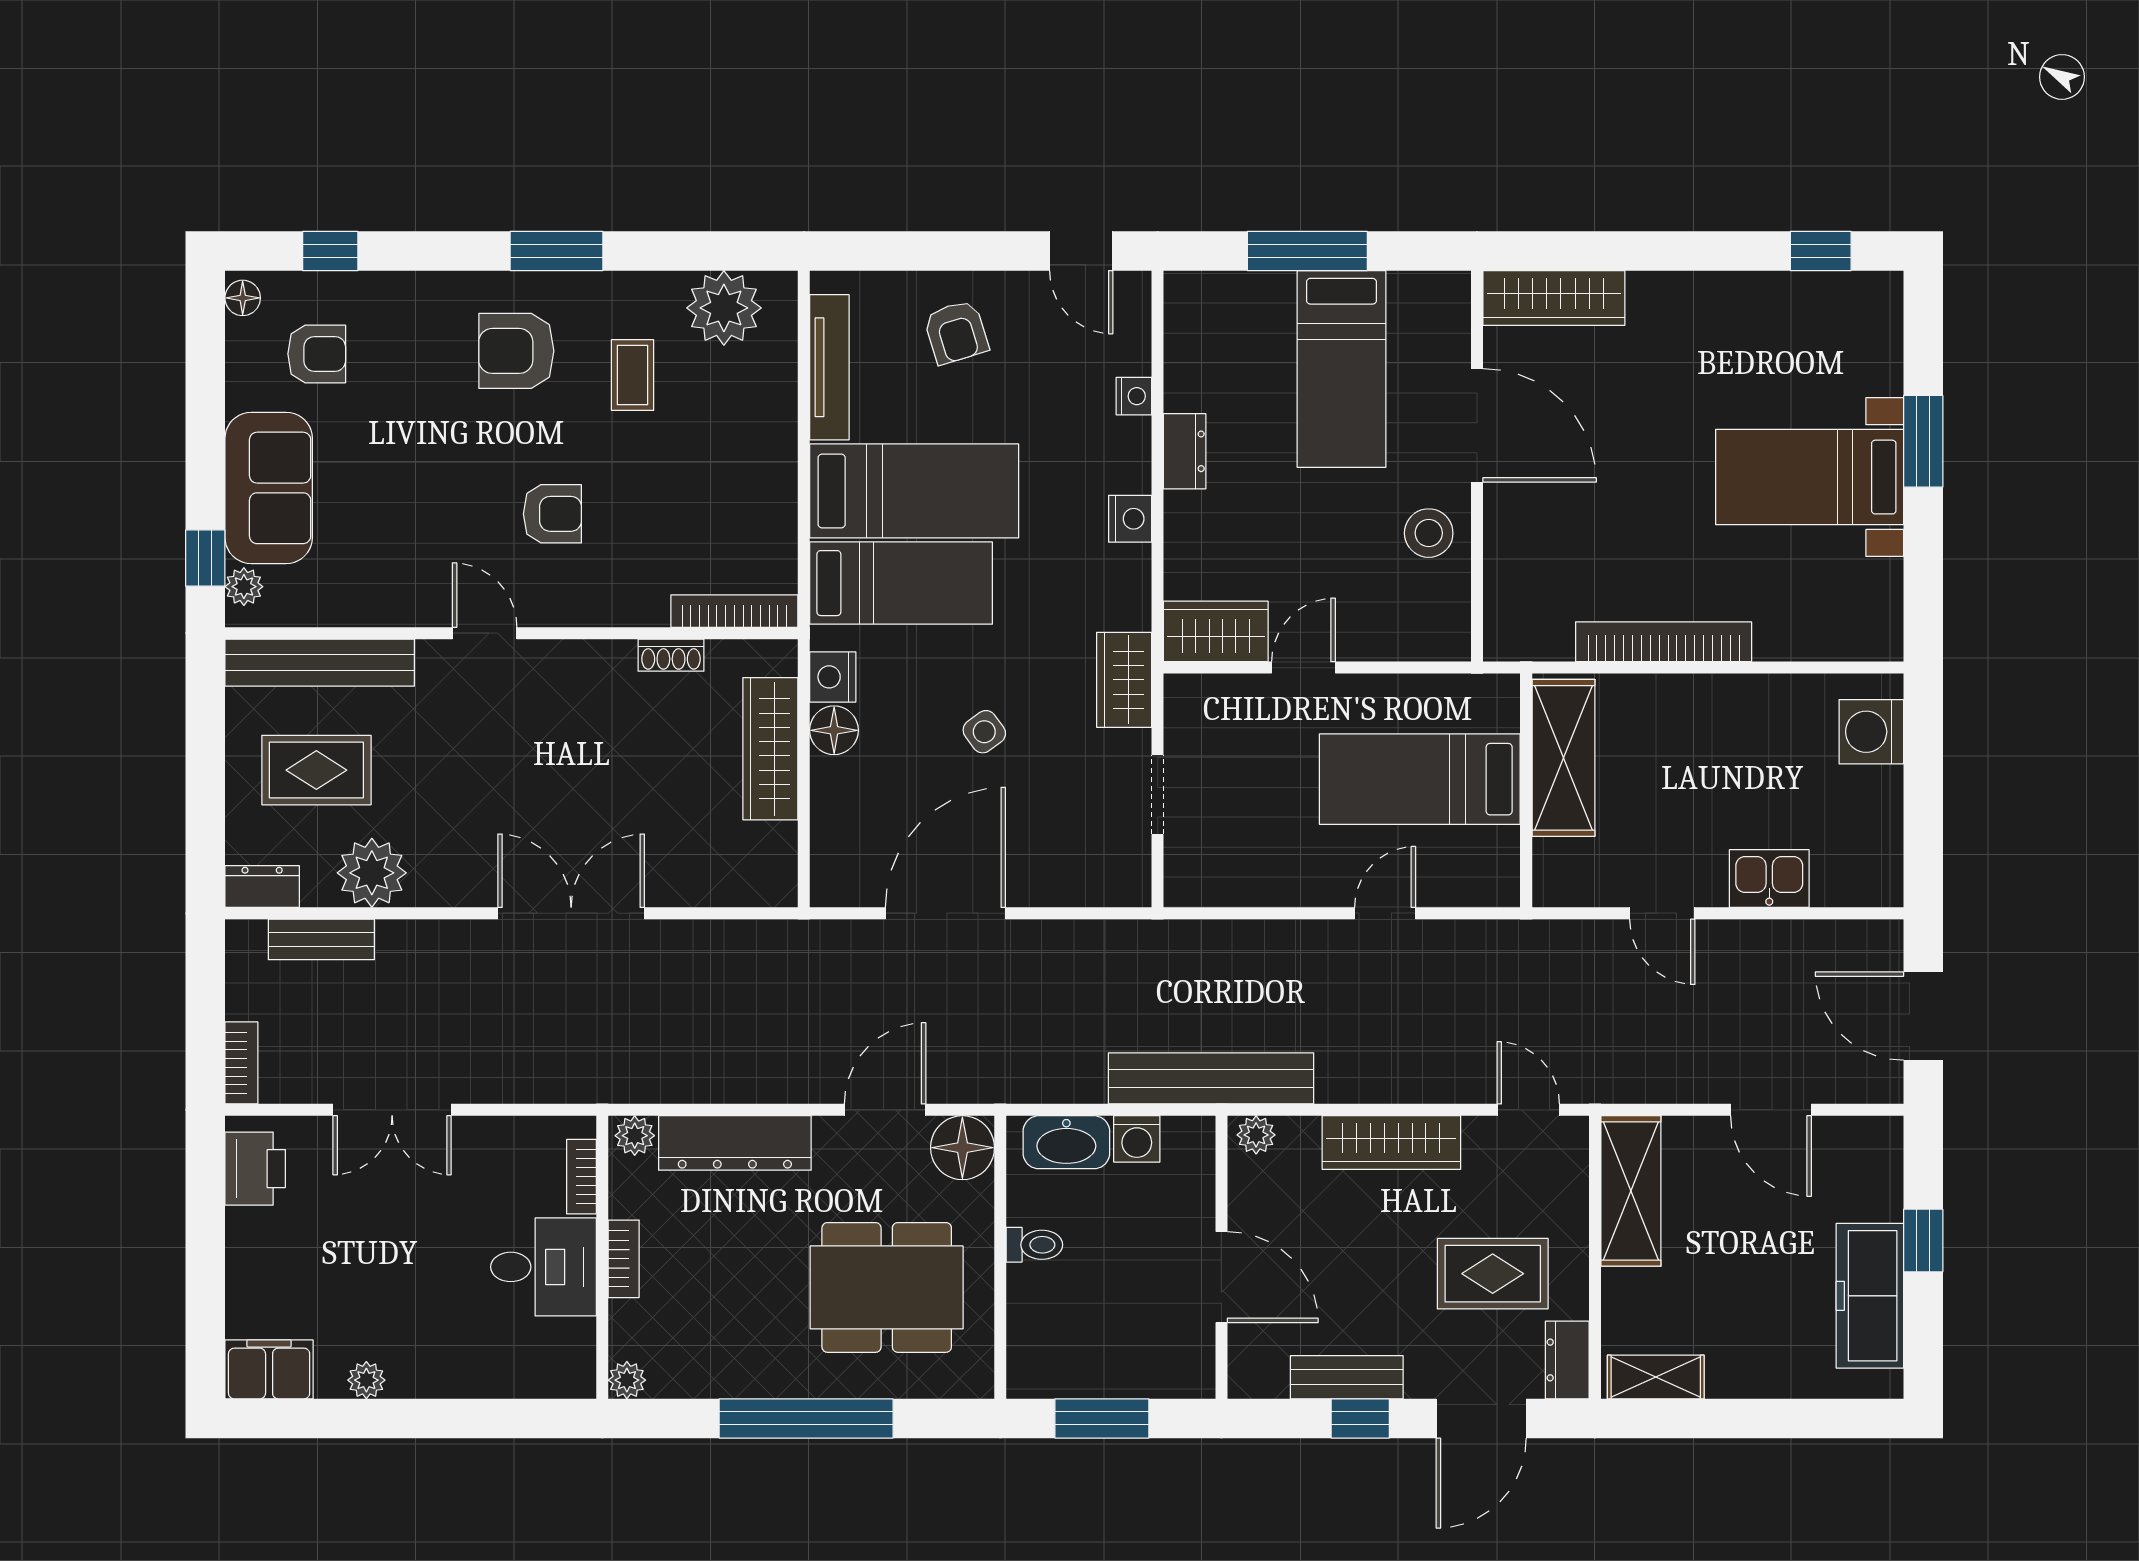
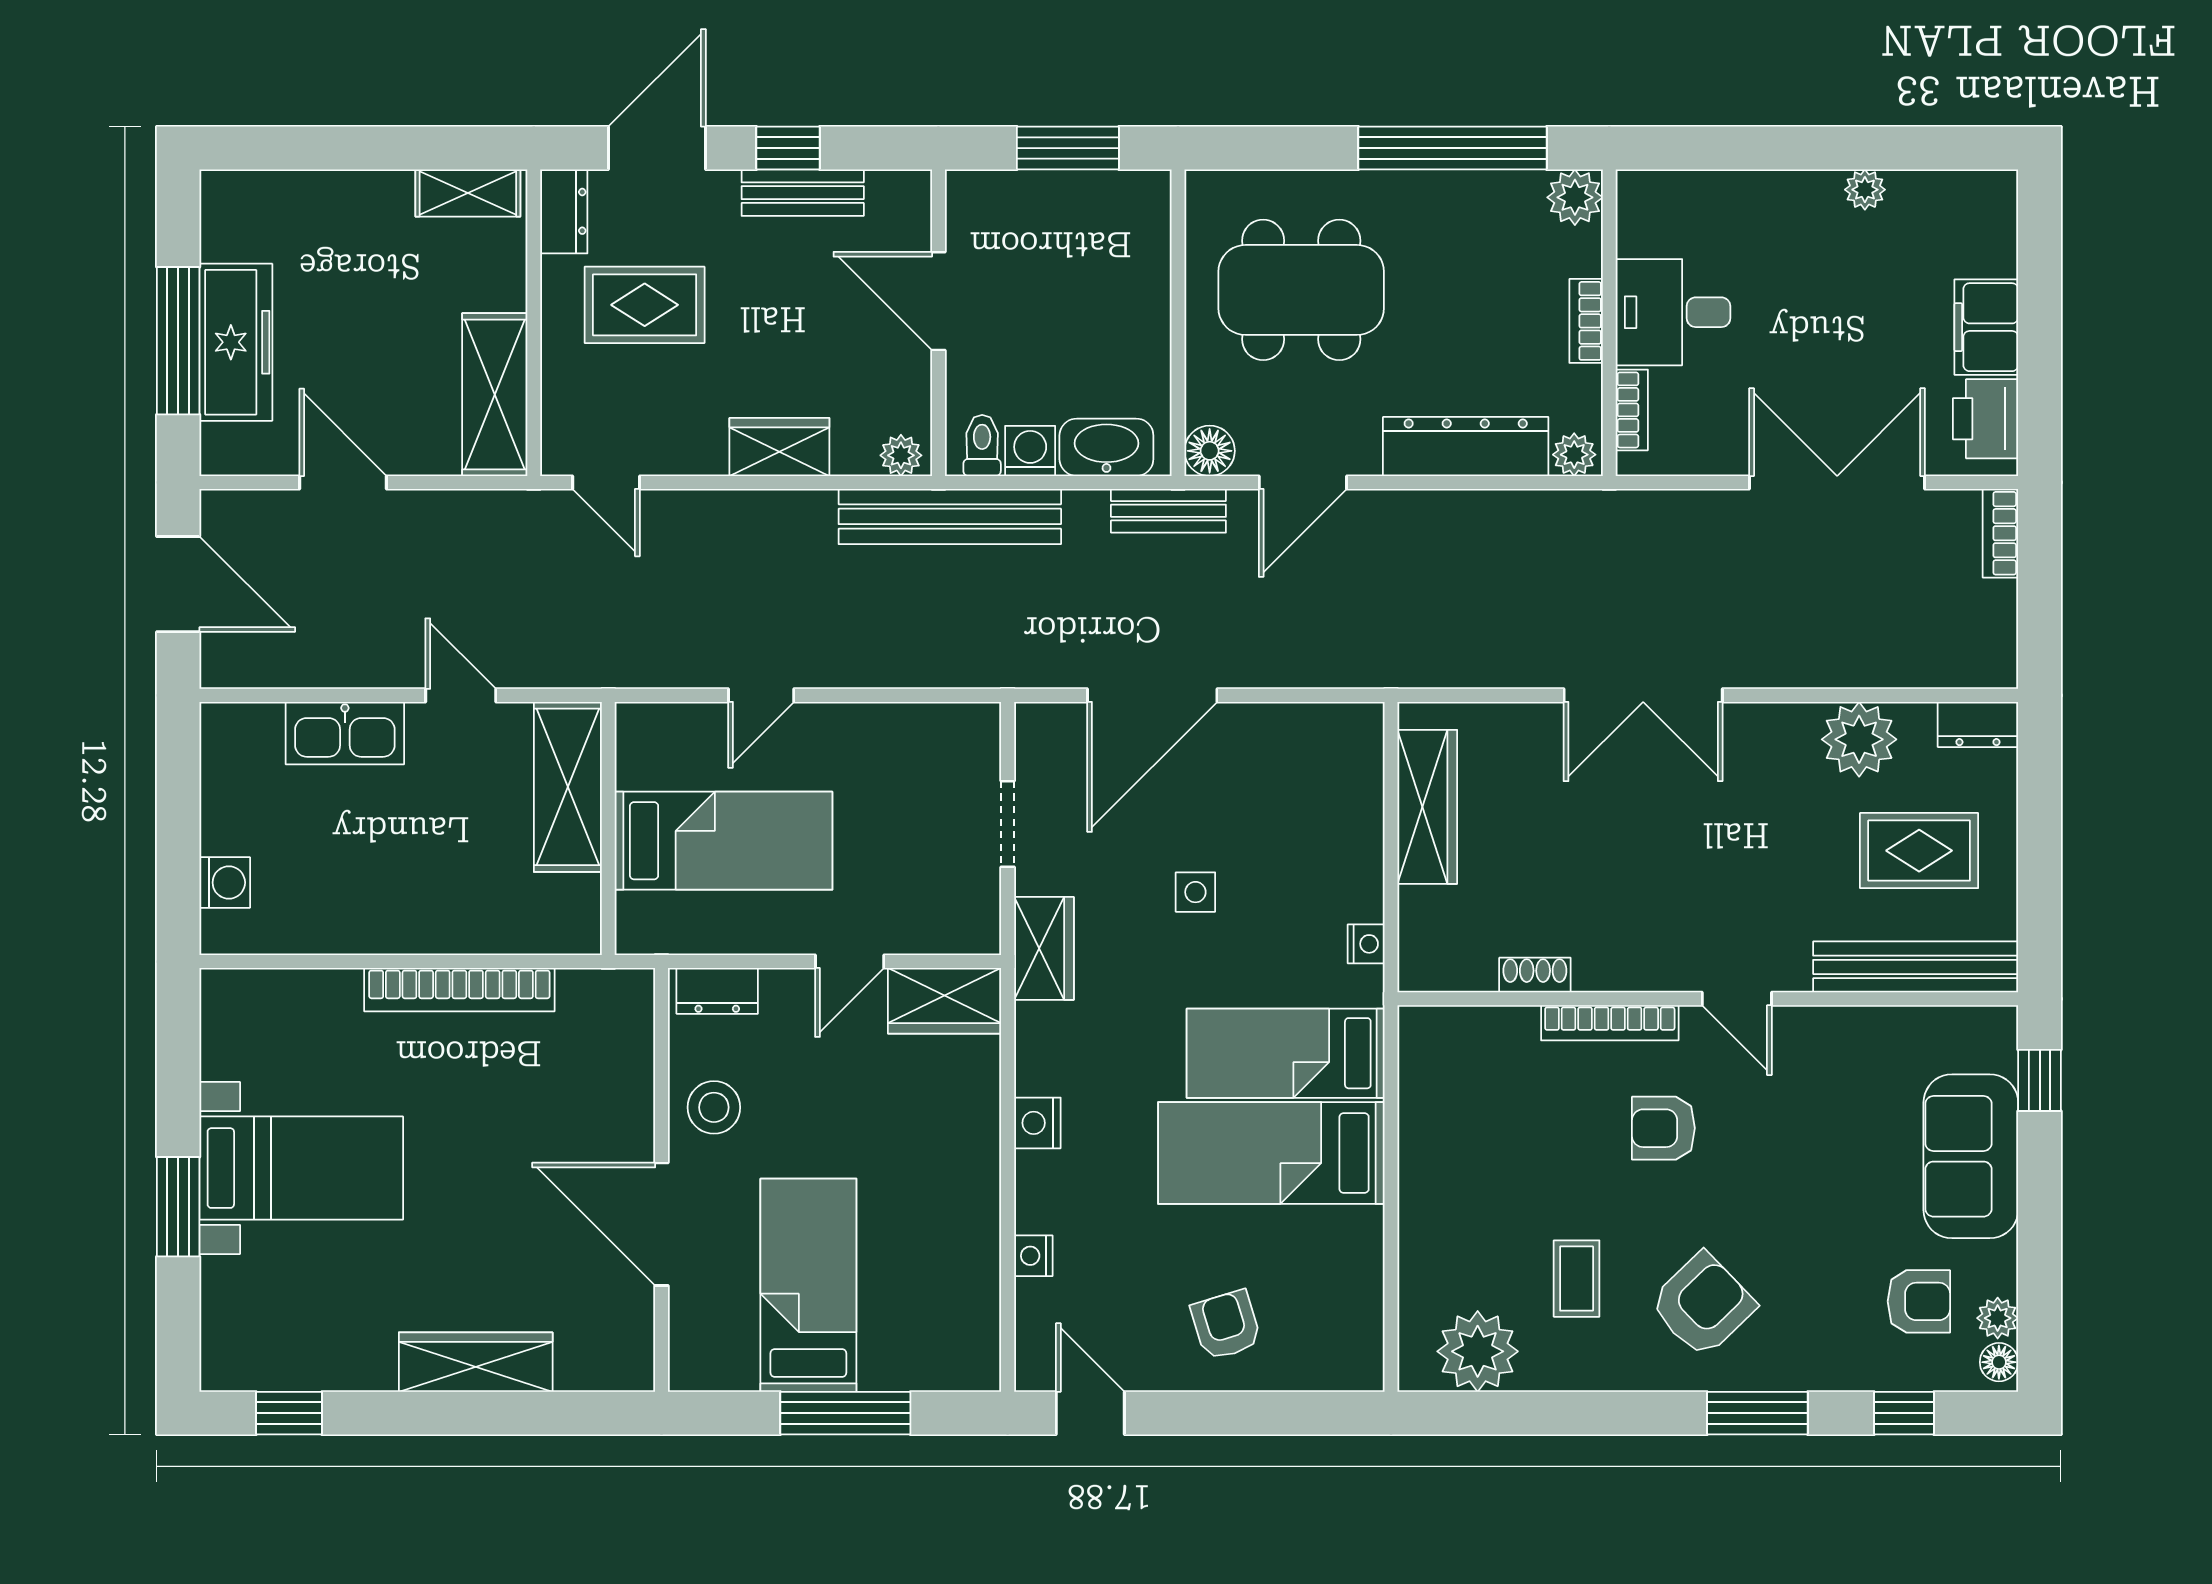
window: (557, 251) -> (1757, 1413), moved
wardrobe: (1554, 298) -> (476, 1362), moved
armchair: (516, 351) -> (1703, 1305), turned -44
armchair: (317, 354) -> (1919, 1301), turned 180
tv unit: (829, 367) -> (1363, 1287), removed
dresser: (1185, 451) -> (717, 991), moved, turned -90
plant: (244, 587) -> (1998, 1318), moved
bookcase: (734, 611) -> (1610, 1023), moved
nightstand: (833, 677) -> (1366, 944), width x0.72, depth x0.74
floor lamp: (834, 730) -> (1358, 894), removed
side table: (984, 732) -> (1195, 892), turned 36
washing machine: (1871, 732) -> (225, 883), width x0.73, depth x0.73
wardrobe: (770, 749) -> (1427, 807), moved
shelving: (1563, 758) -> (568, 787), moved
kitchen sink: (1769, 879) -> (345, 733), width x1.38
door: (945, 913) -> (1152, 695), moved
bench: (321, 939) -> (1168, 511), moved
double door: (392, 1110) -> (1837, 482), width x1.37
wardrobe: (1391, 1143) -> (779, 447), width x0.67
floor lamp: (962, 1148) -> (1210, 451), width x0.73, depth x0.73
window: (1923, 1241) -> (178, 341), width x2.17
toilet: (1034, 1245) -> (982, 445), moved, turned 90
freezer: (1870, 1296) -> (236, 342), moved
filing cabinet: (269, 1369) -> (1986, 327), moved, turned 90
plant: (627, 1380) -> (1575, 197), width x1.38, depth x1.38
window: (806, 1418) -> (1452, 148), moved

